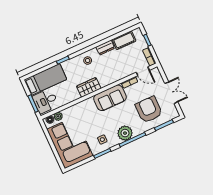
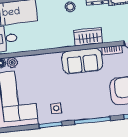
wardrobe: (89, 87) -> (88, 37), moved
plant: (125, 133) -> (86, 110), removed

